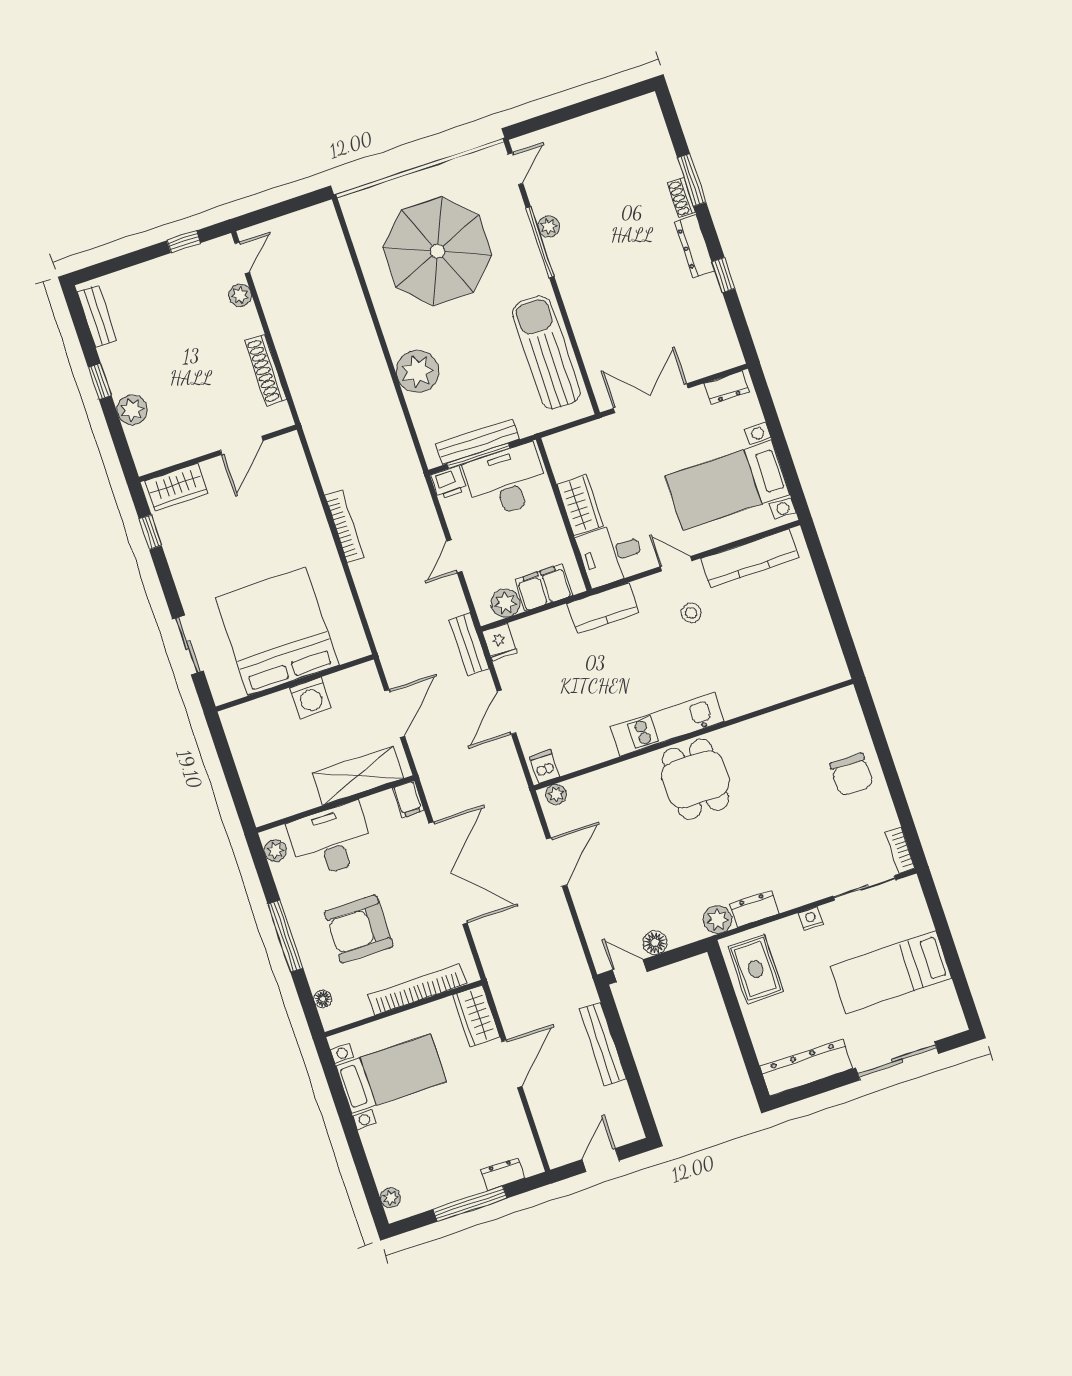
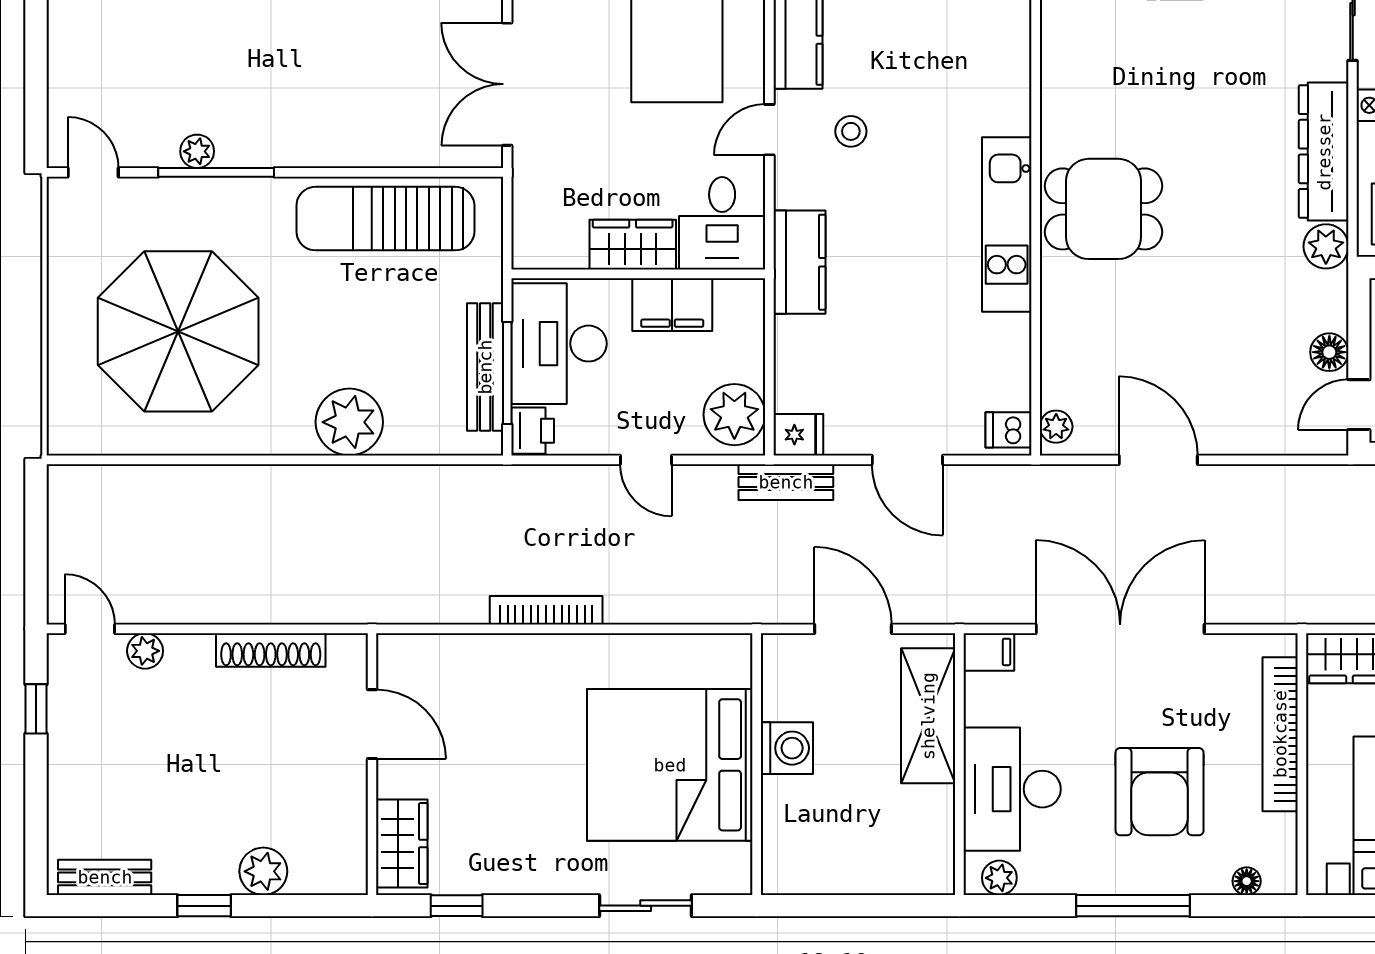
filing cabinet: (544, 588) -> (672, 305), moved, turned -90
plant: (505, 603) -> (734, 415), width x1.36, depth x1.36
dresser: (754, 909) -> (1324, 152), width x1.96, depth x1.24

